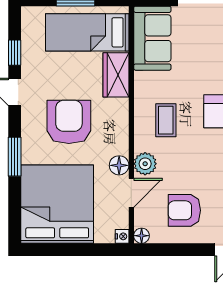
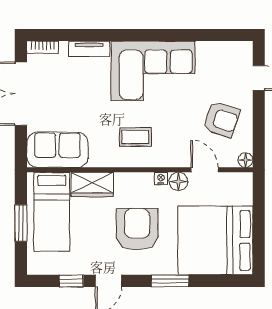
armchair: (69, 122) -> (137, 229), turned 90
plant: (145, 164) -> (177, 157), removed
armchair: (184, 210) -> (221, 119), turned -72
nightstand: (122, 236) -> (161, 179), moved

